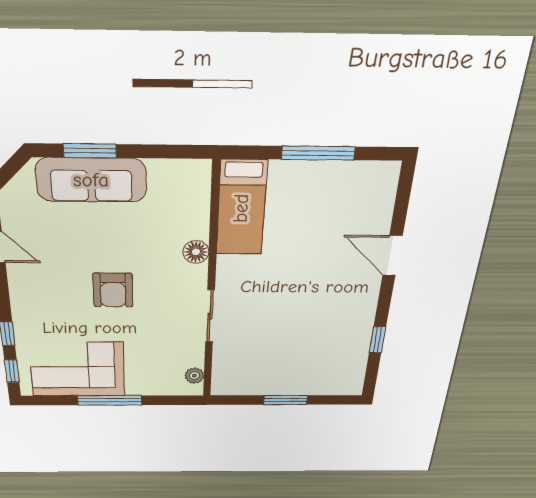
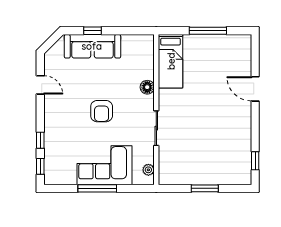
window: (90, 151) -> (92, 31), width x0.67
window: (377, 340) -> (255, 161), moved
corner sofa: (77, 369) -> (104, 165), moved

